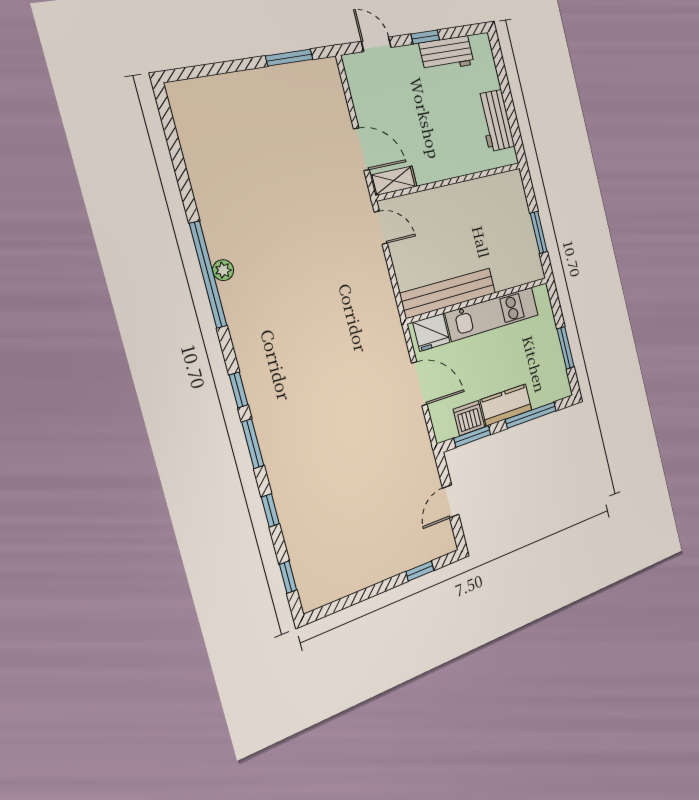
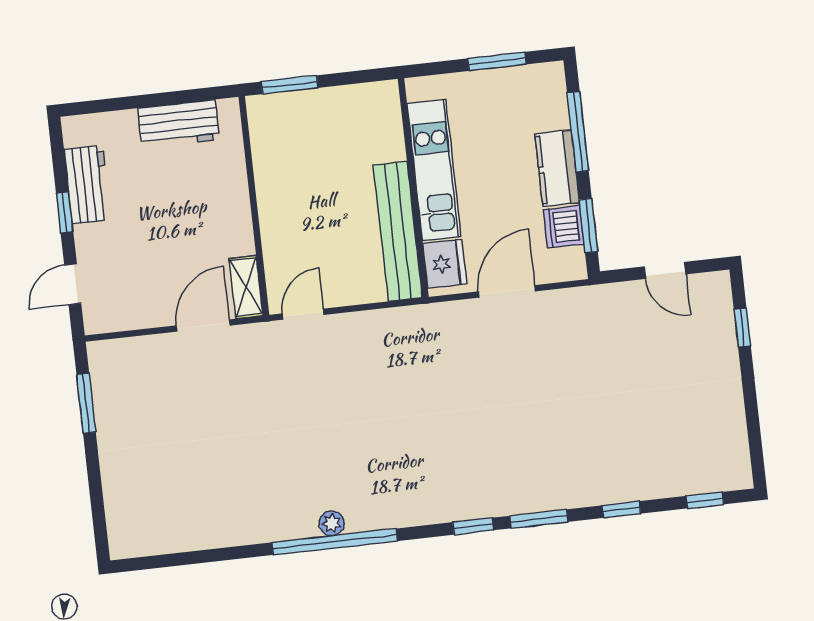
window: (539, 232) -> (290, 85), moved

